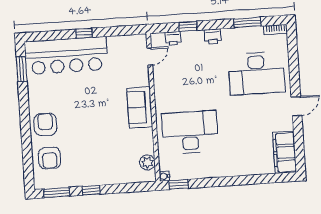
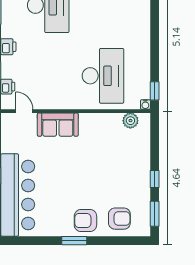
window: (22, 69) -> (74, 241), moved
sofa: (140, 107) -> (58, 125), moved
desk: (190, 132) -> (103, 76), turned 180

